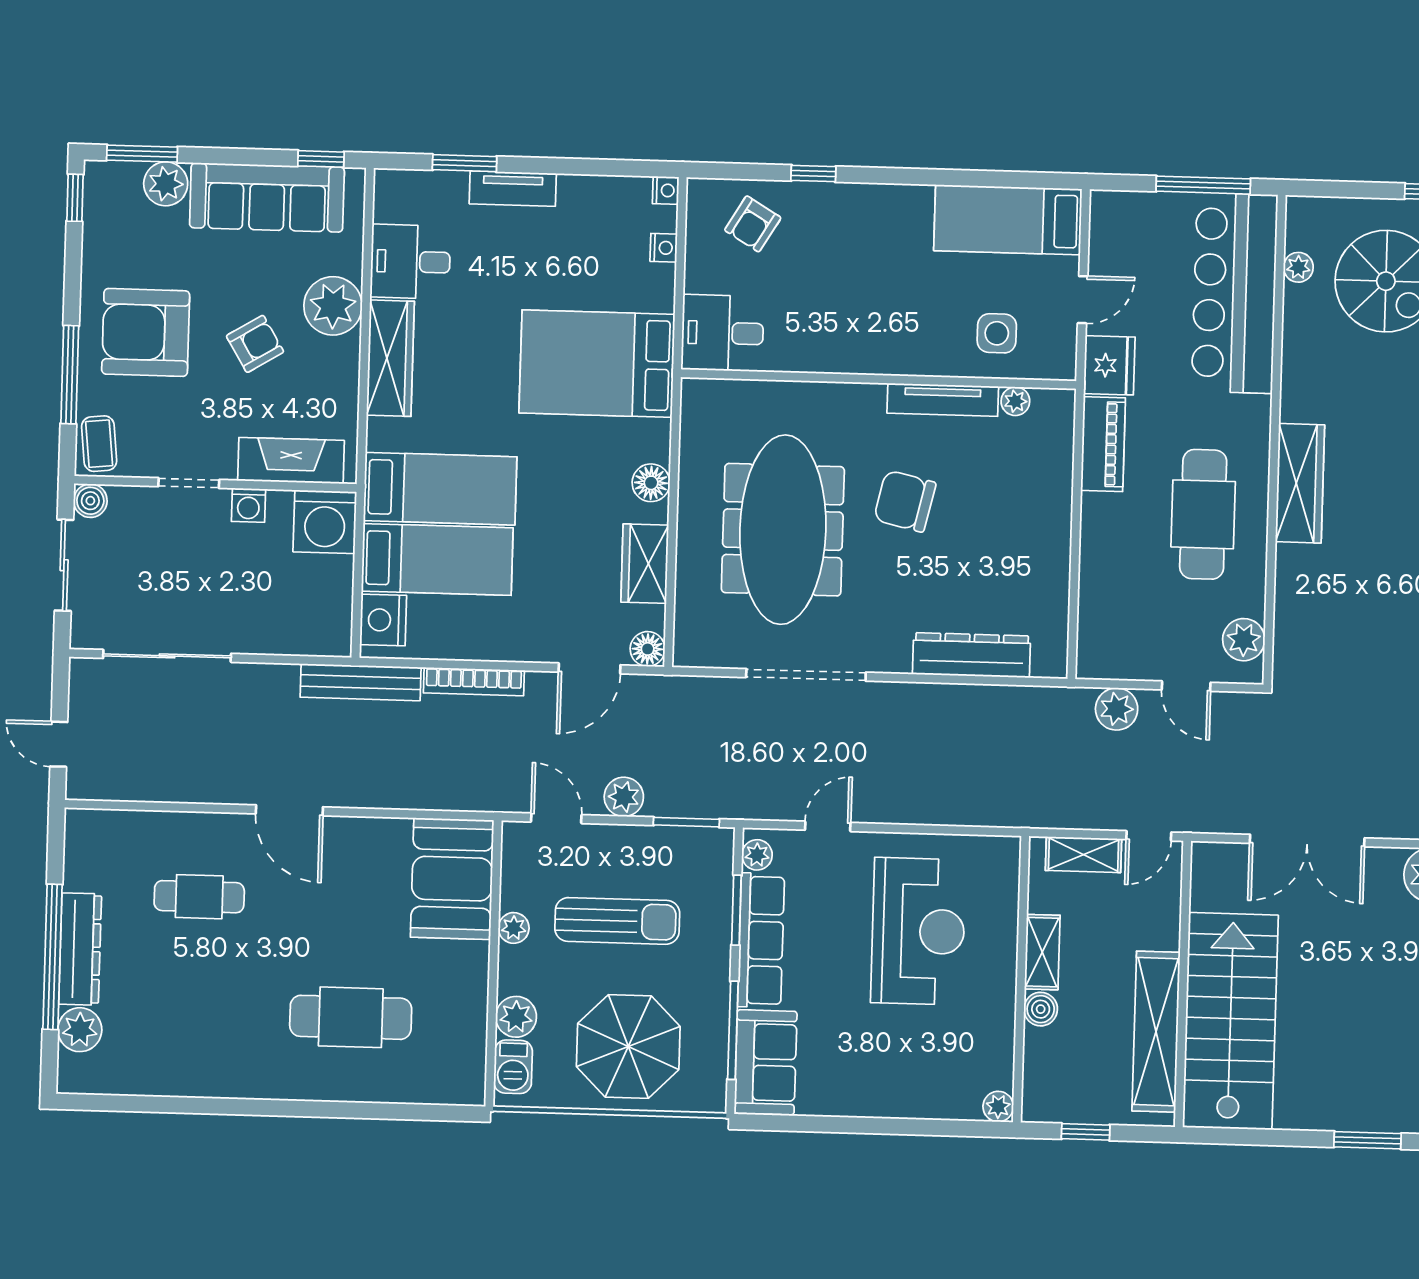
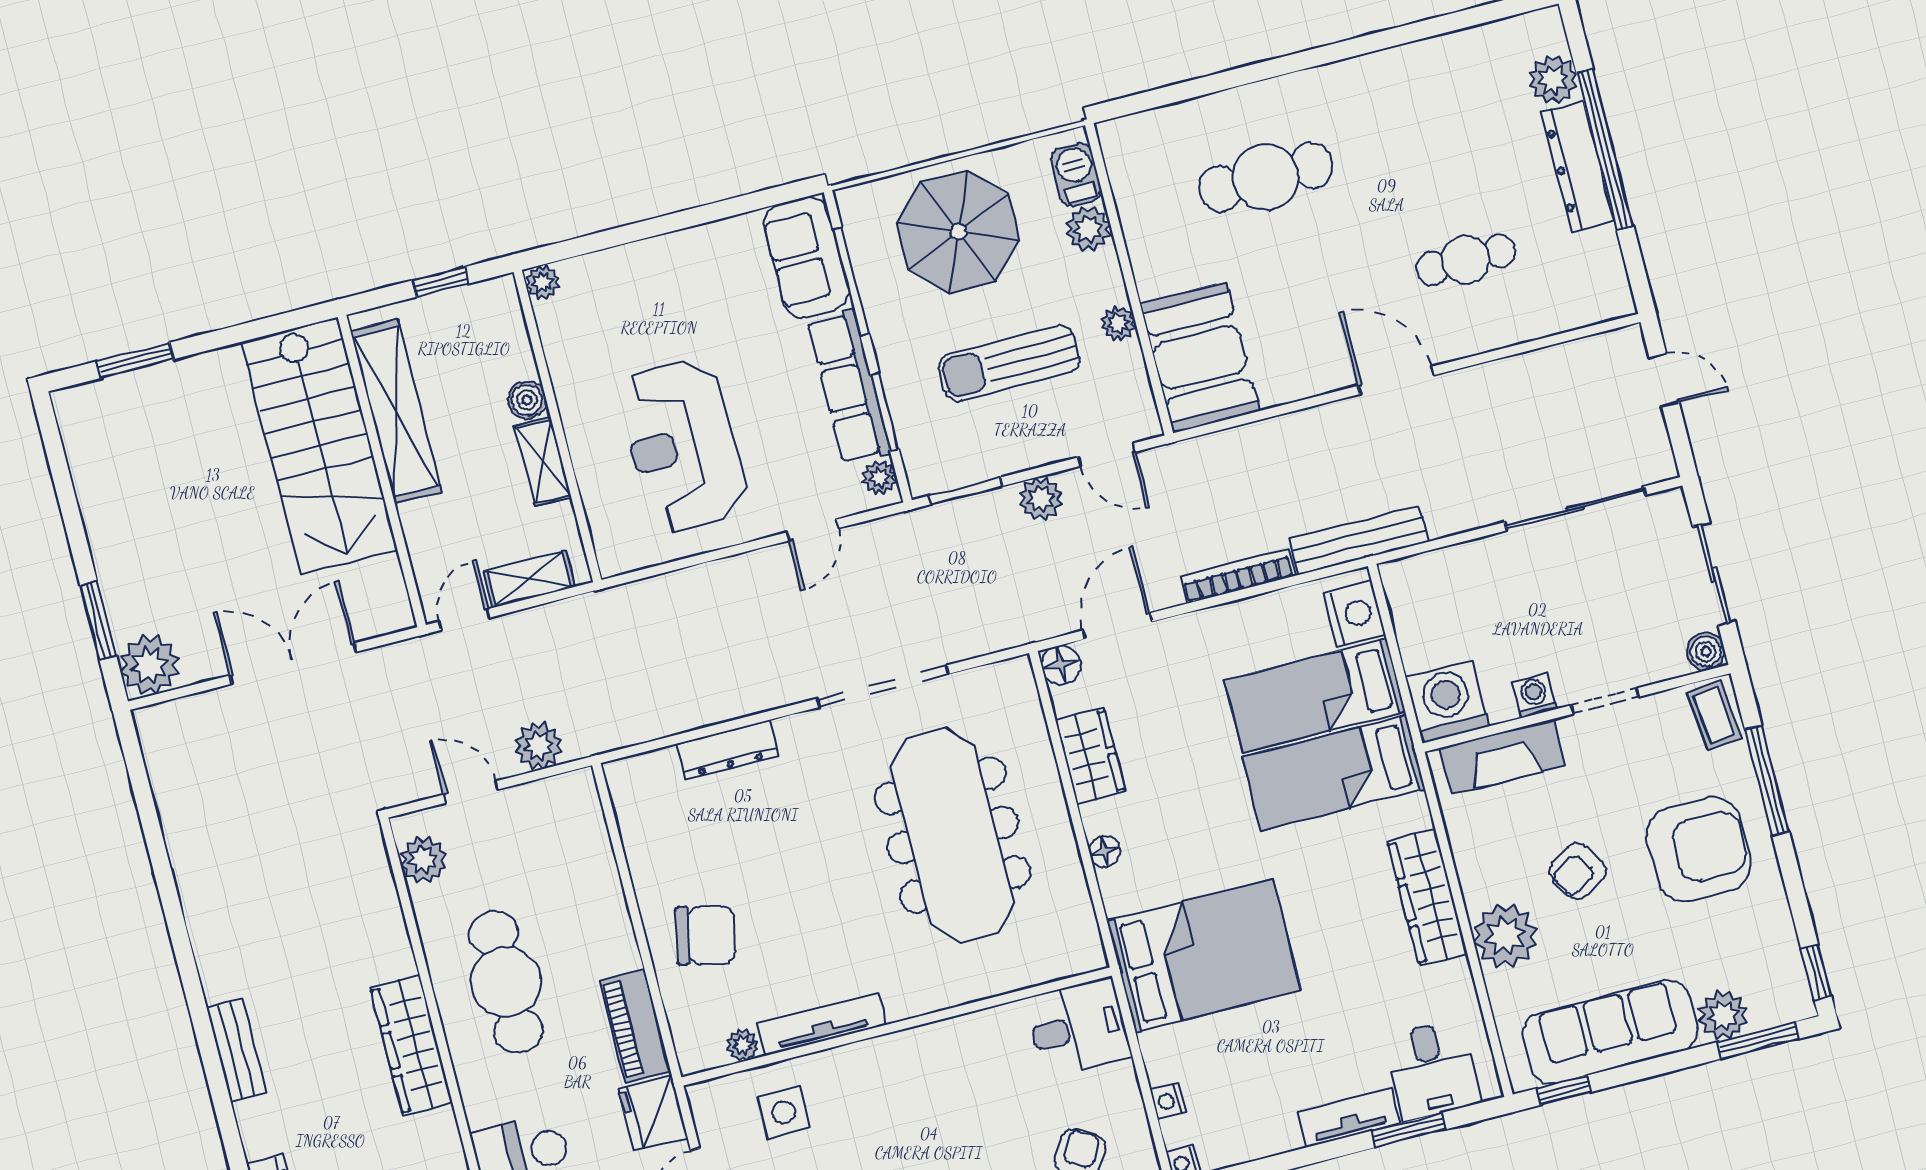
desk: (410, 262) -> (1432, 1070), moved, turned 90
floor lamp: (651, 483) -> (1105, 851), width x0.73, depth x0.73
chair: (905, 501) -> (706, 935), moved
dresser: (972, 655) -> (727, 750), width x0.73, depth x0.80

